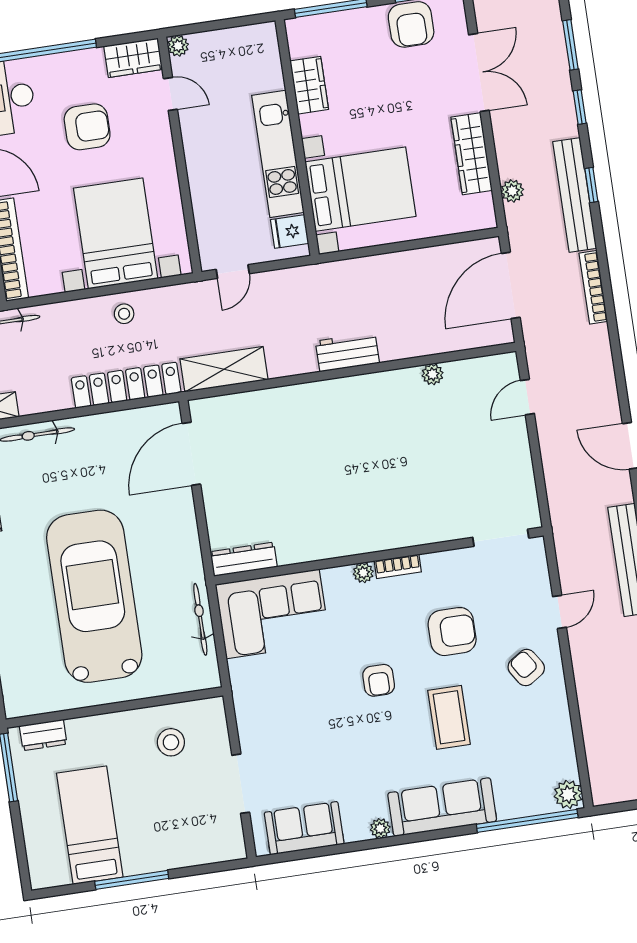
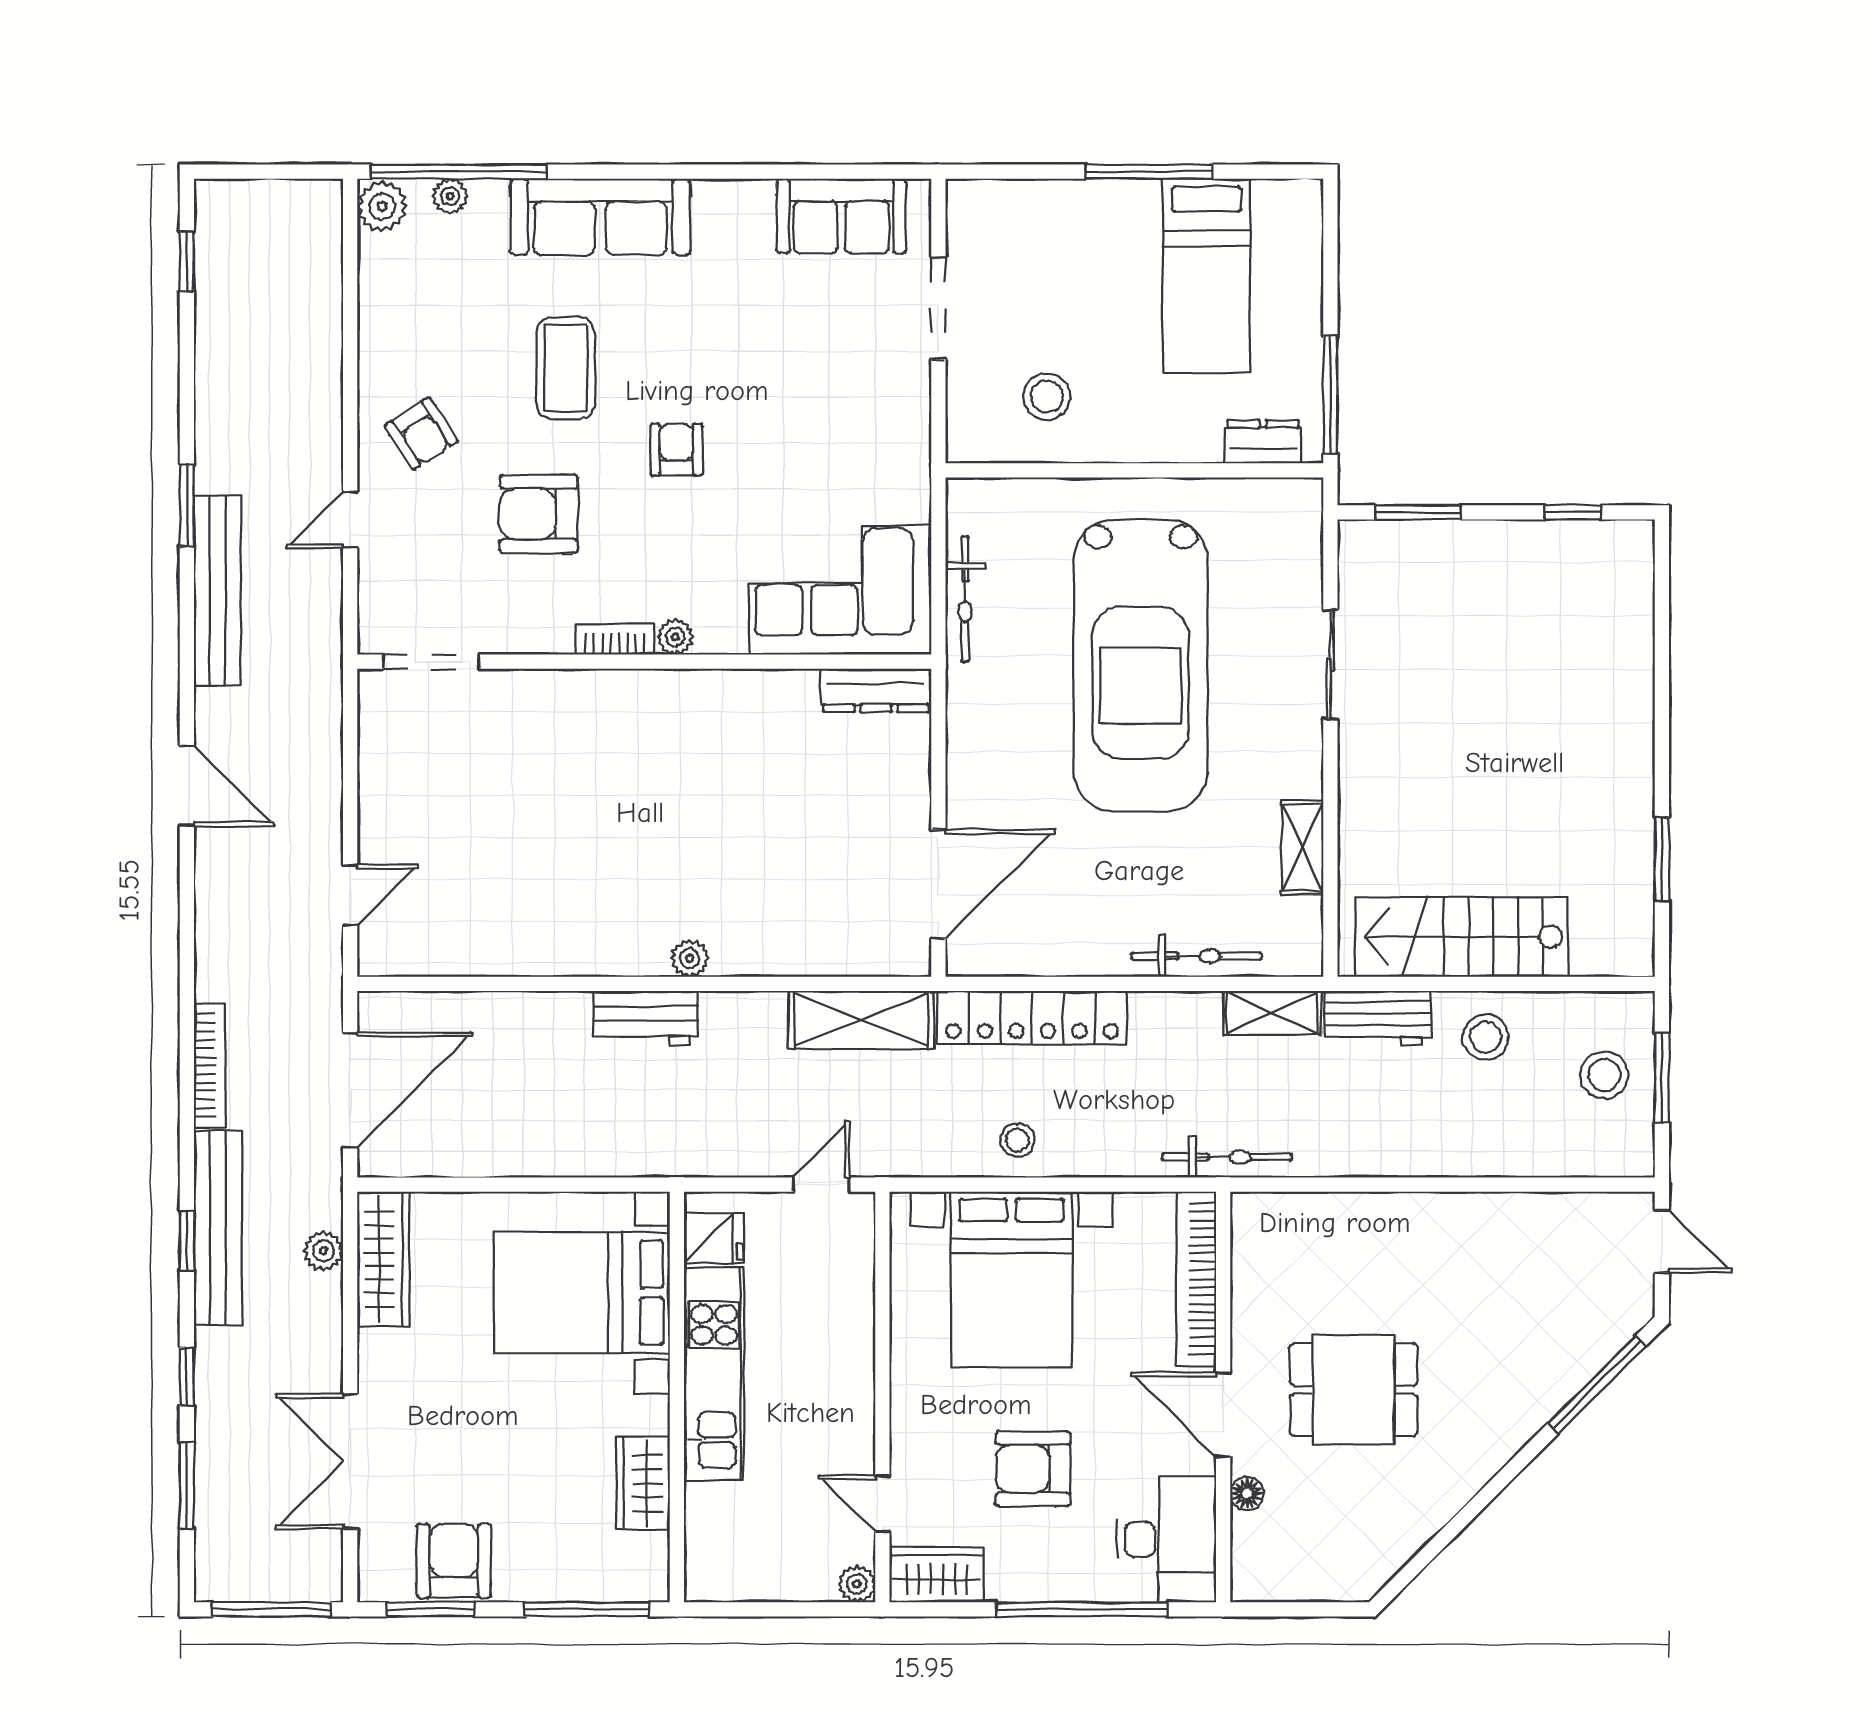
wardrobe: (472, 154) -> (383, 1259), moved
plant: (433, 374) -> (690, 958), moved
plant: (380, 828) -> (450, 196), moved

